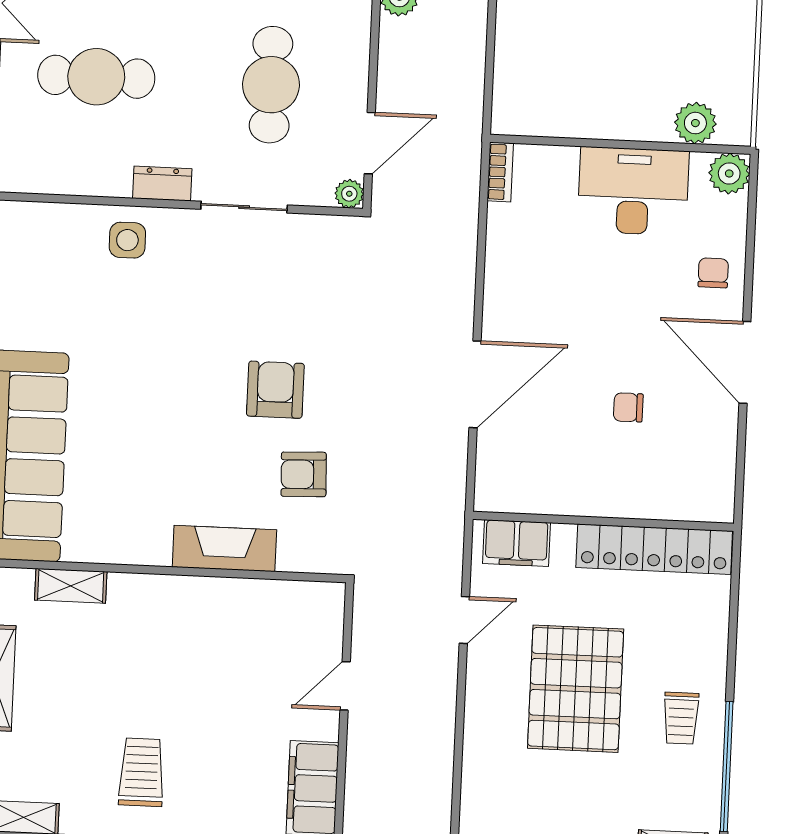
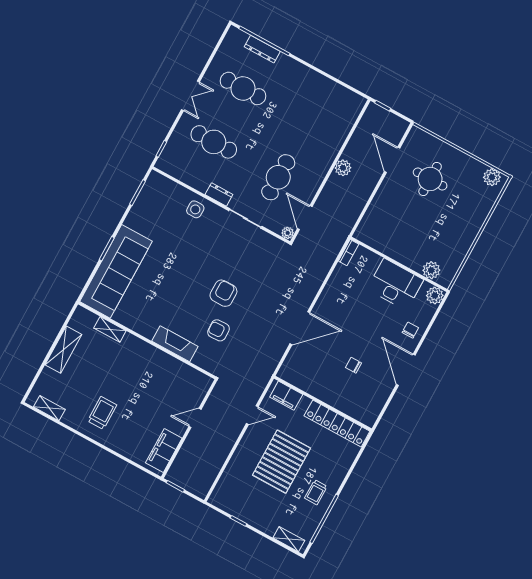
door: (370, 143) -> (305, 218), swing flipped

